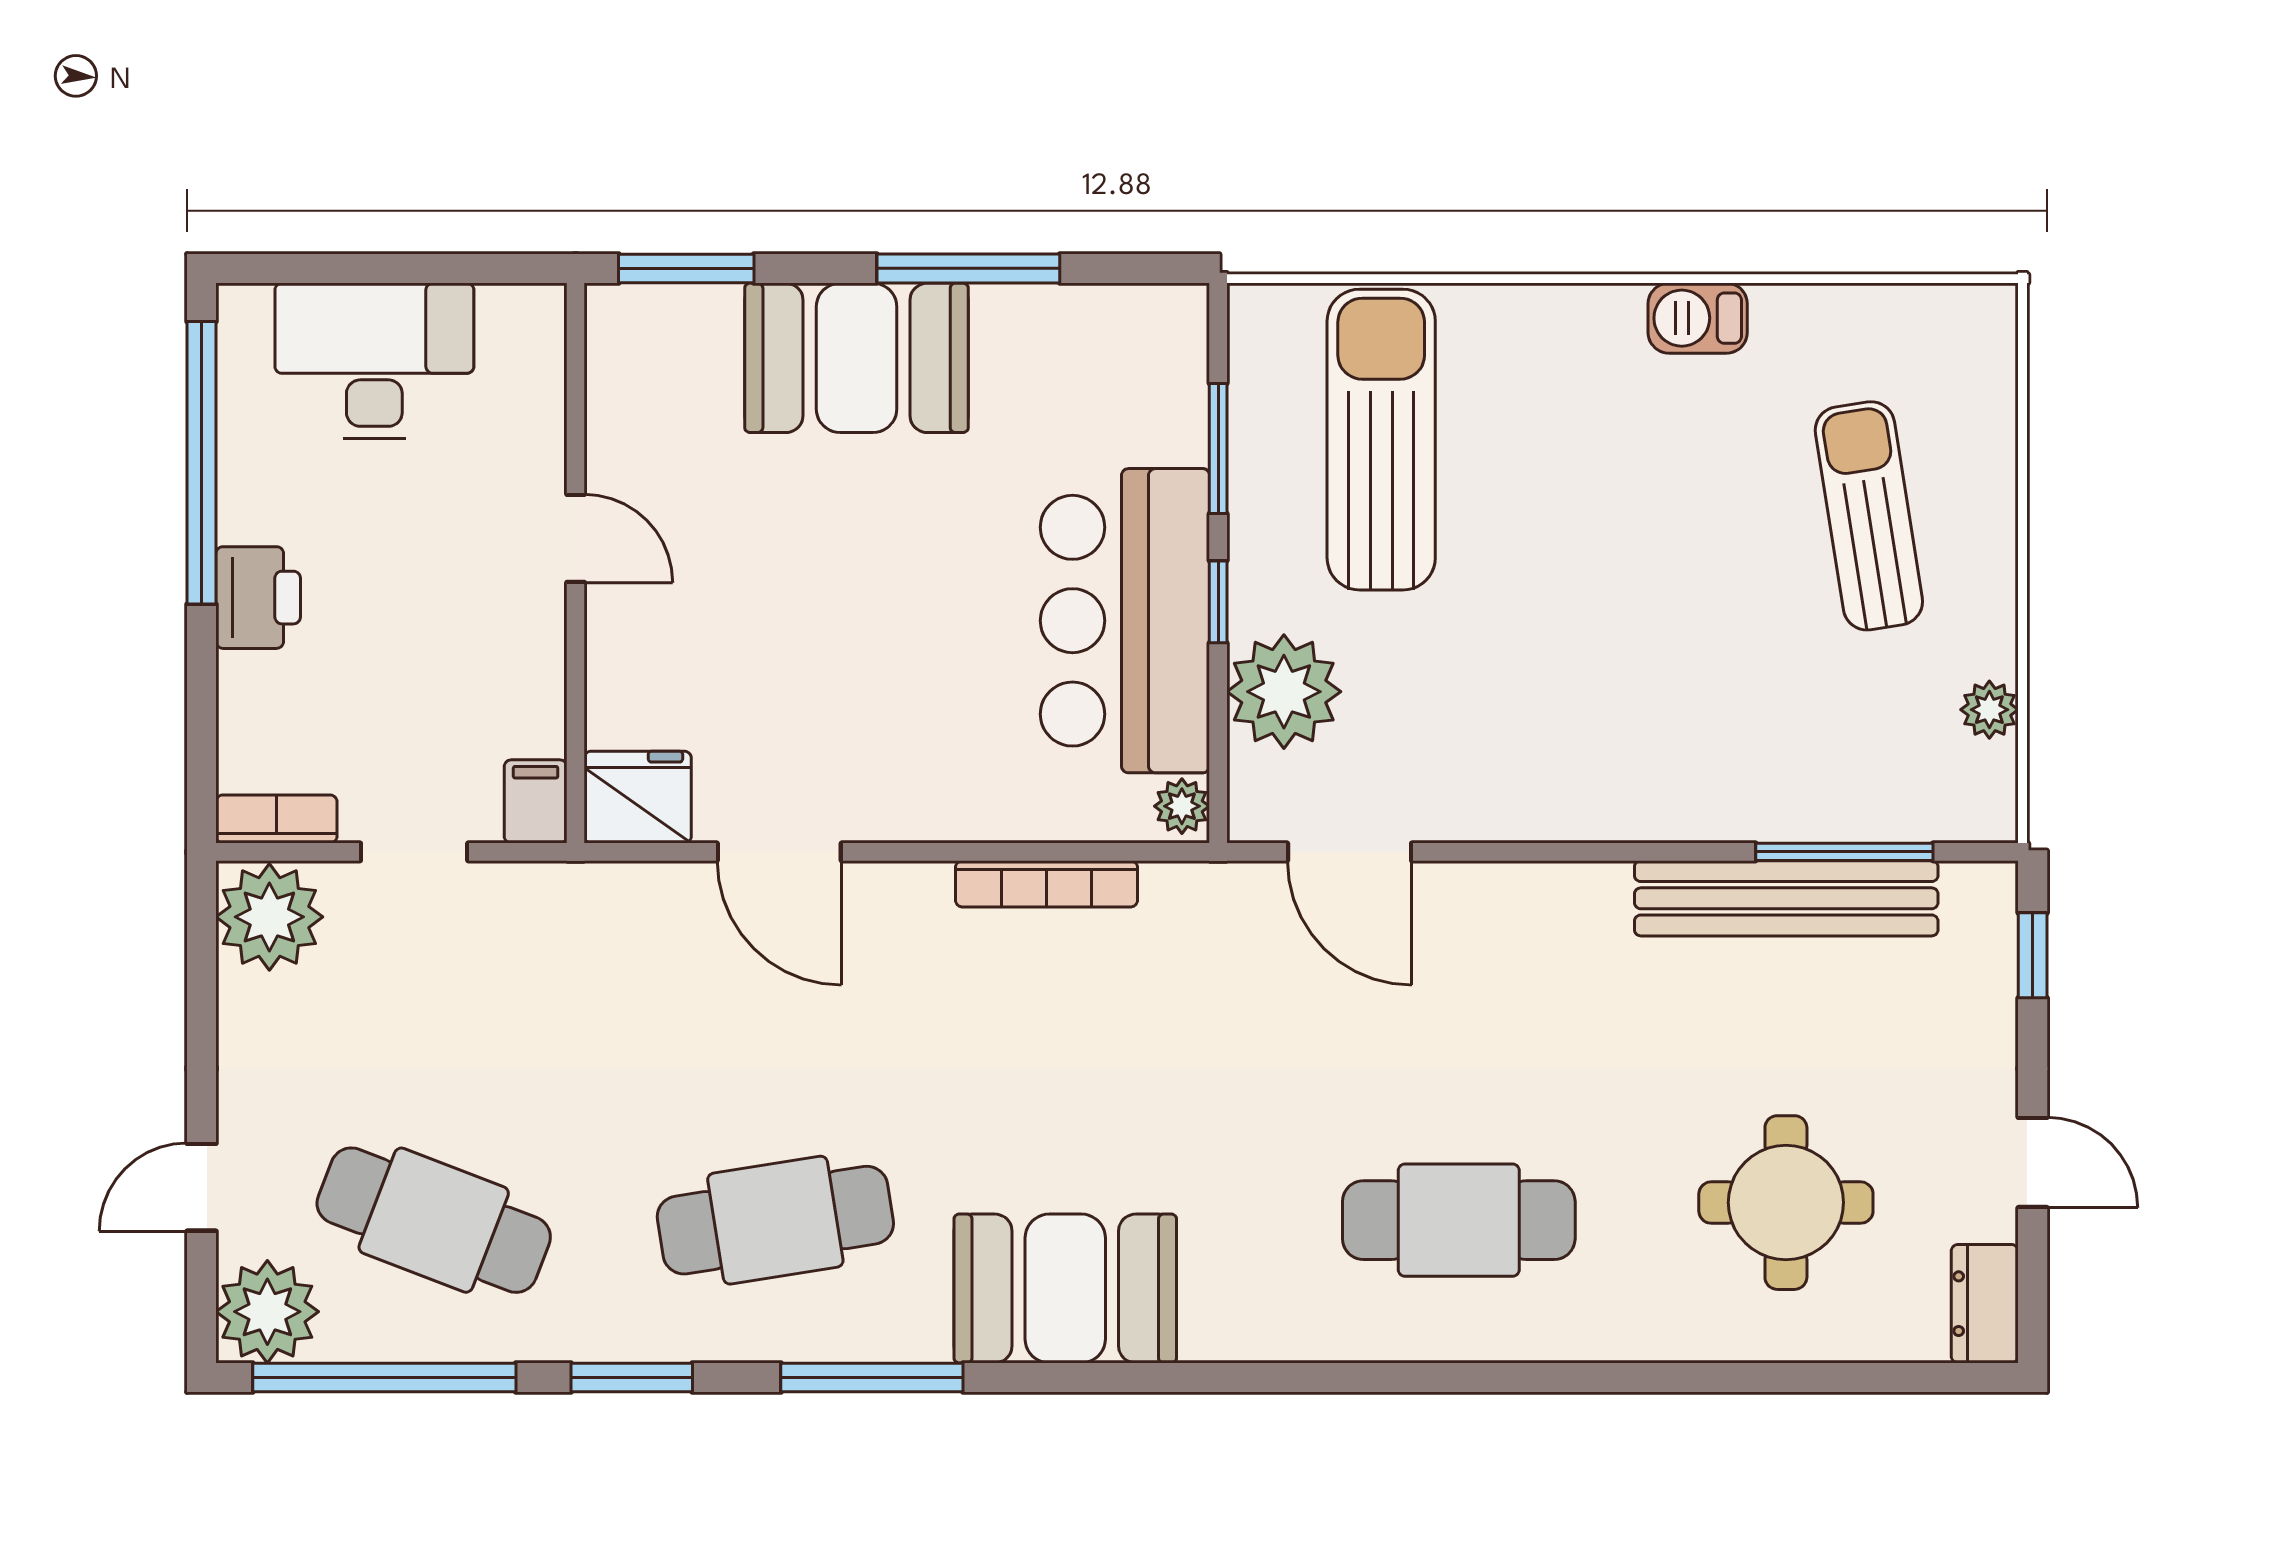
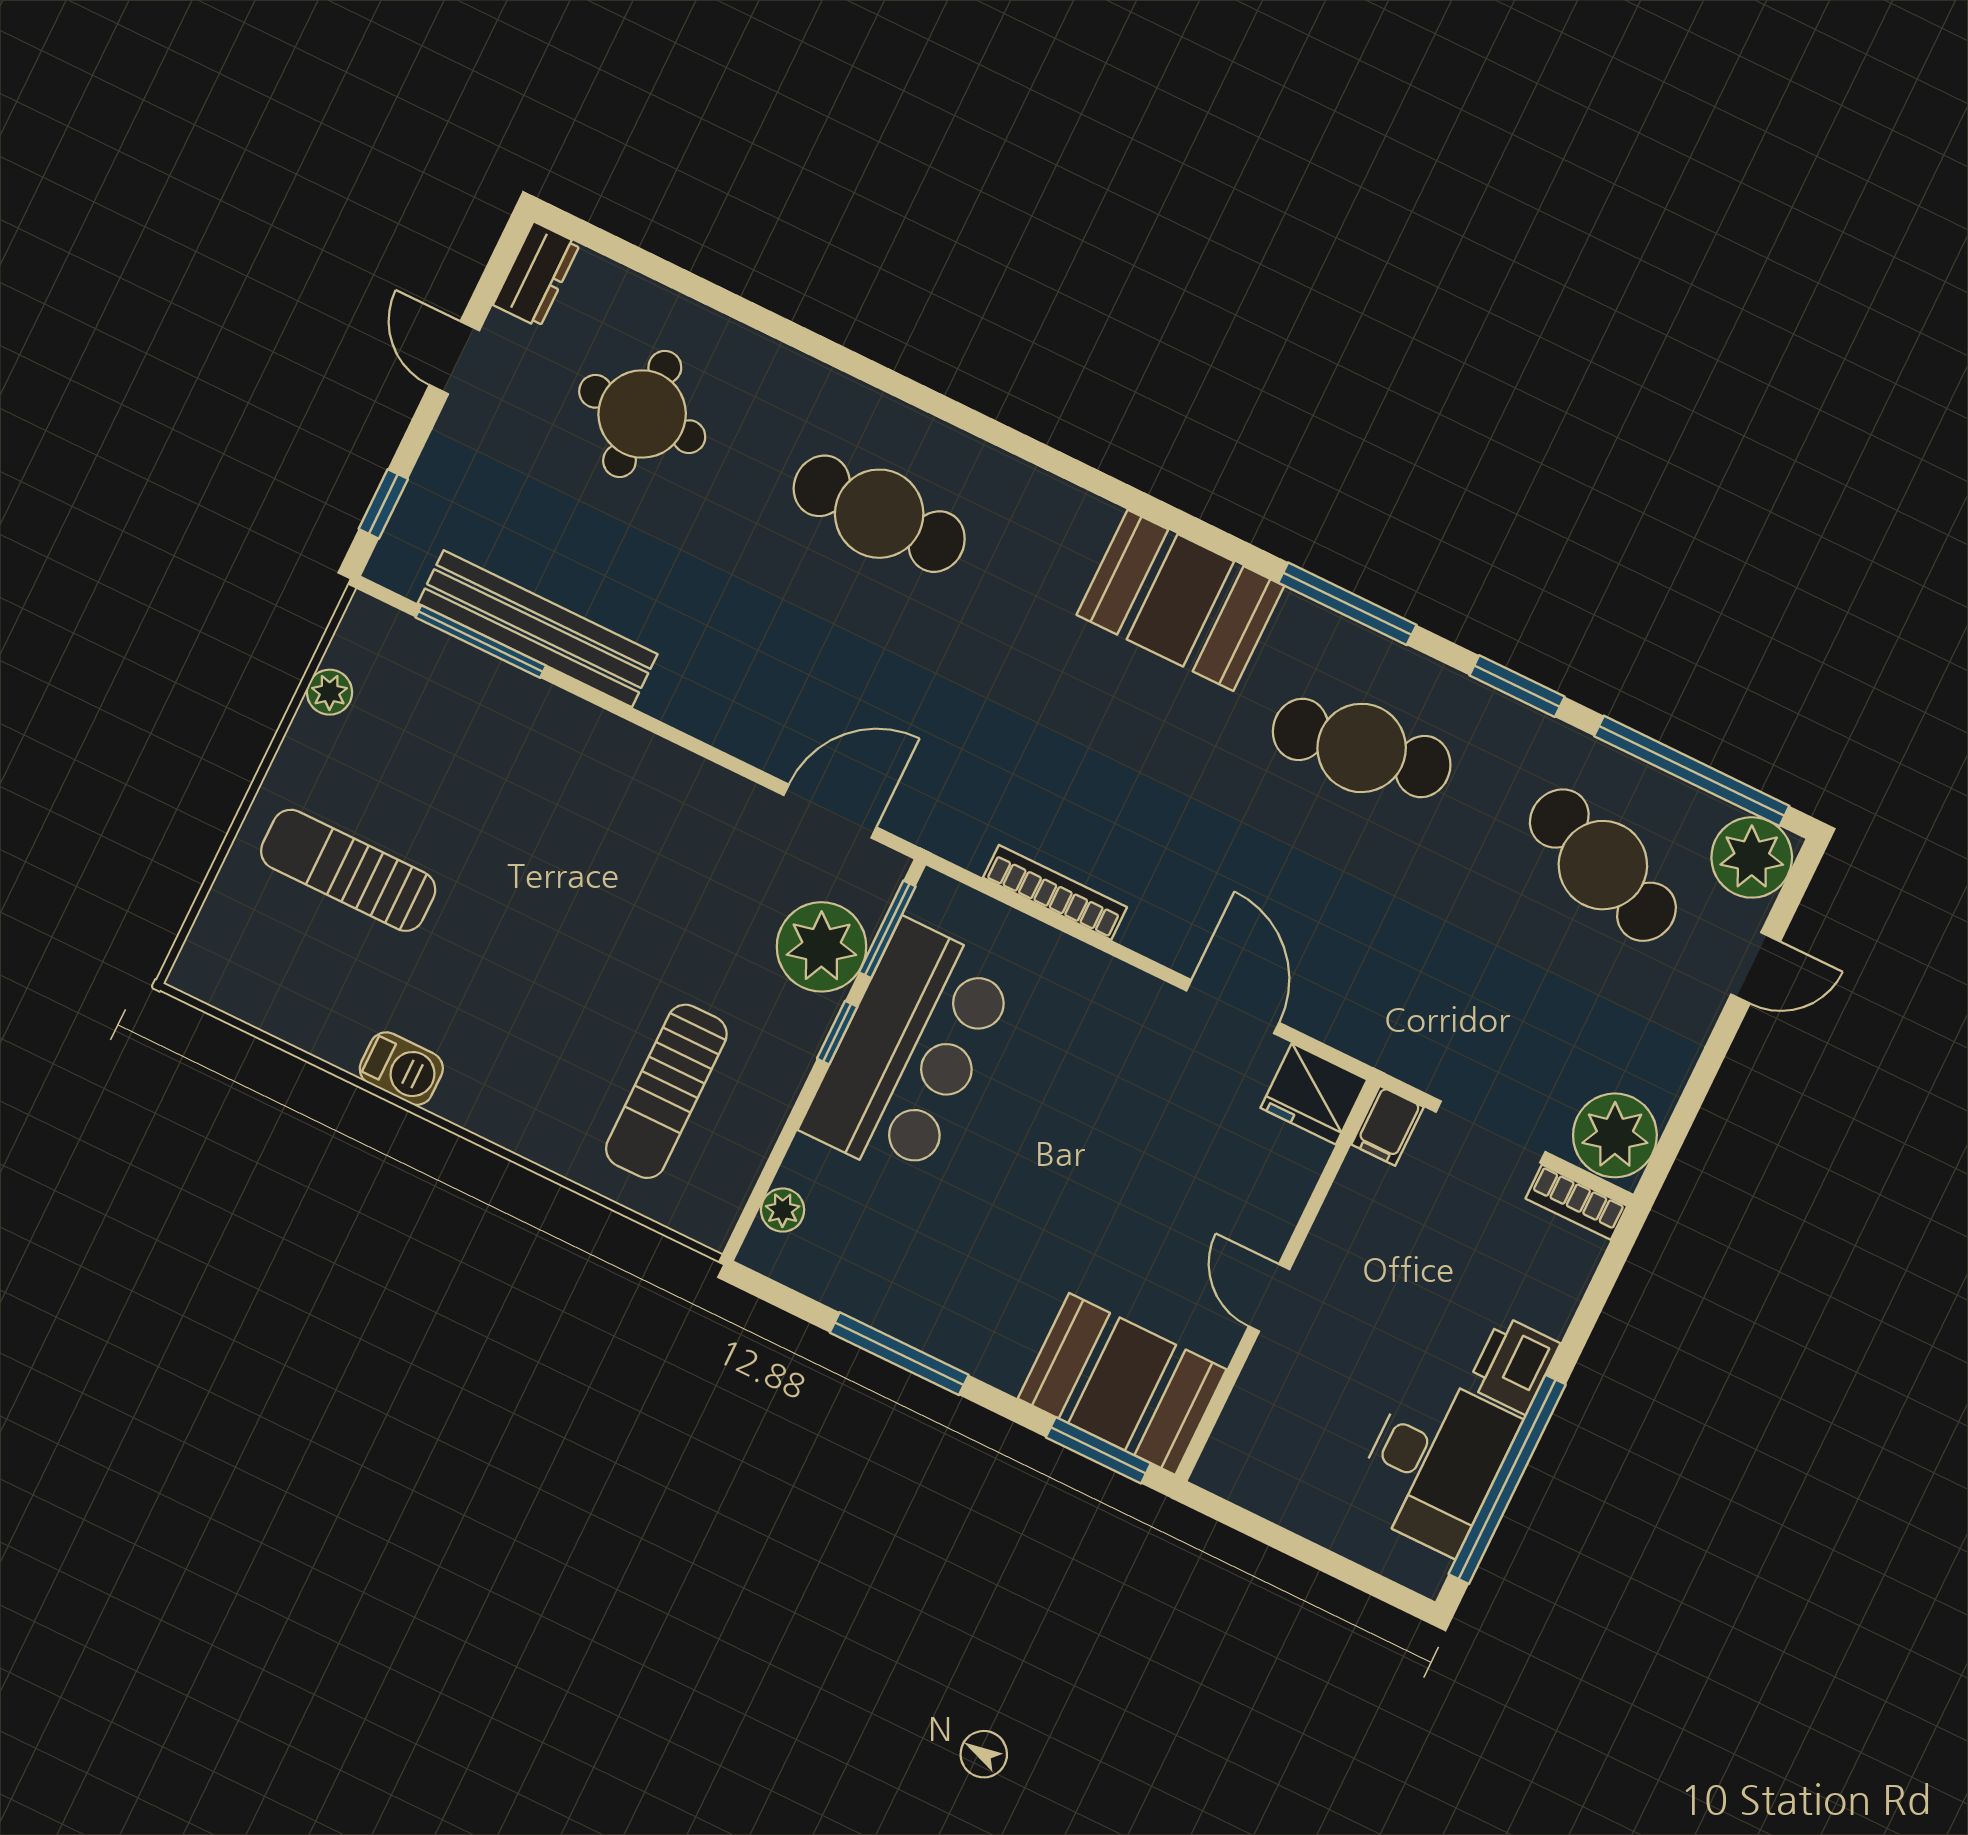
booth: (857, 358) -> (1122, 1384), moved
desk: (374, 361) -> (1435, 1463), moved, turned -90
sun lounger: (1381, 440) -> (666, 1091), width x0.73, depth x0.75
window: (1218, 449) -> (887, 929), moved
sun lounger: (1869, 516) -> (348, 870), turned 99
plant: (1182, 806) -> (783, 1210), moved
doorway: (414, 852) -> (1491, 1132), width x1.38
door: (1350, 852) -> (830, 811), hinge flipped

